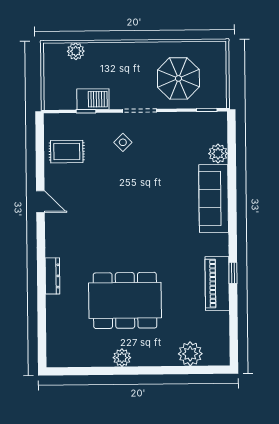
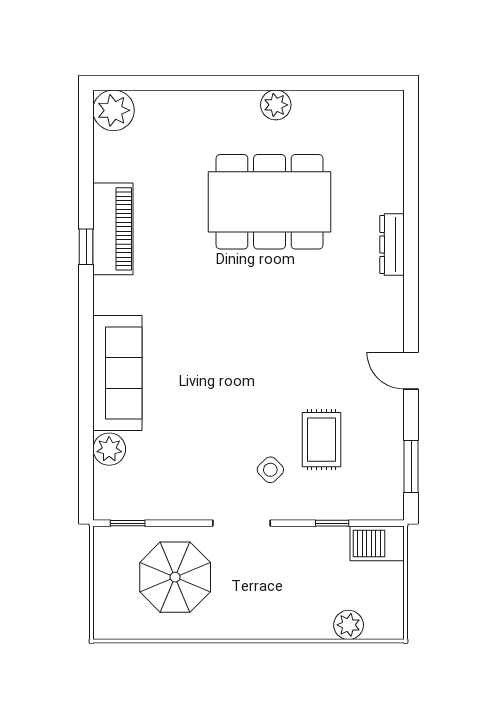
barbecue: (93, 99) -> (377, 543), moved
window: (40, 145) -> (411, 466), added
rug: (67, 152) -> (321, 440), moved, turned 90
plant: (190, 354) -> (114, 110), moved

